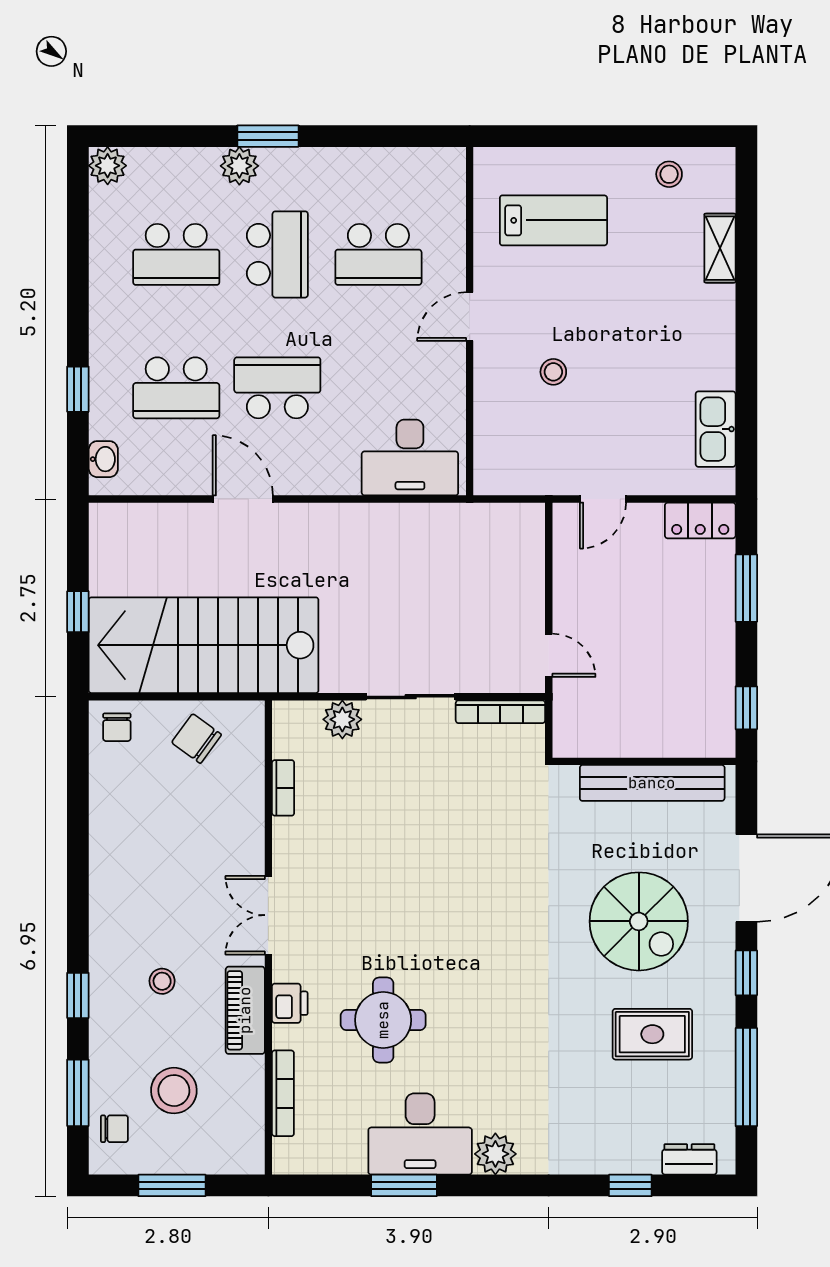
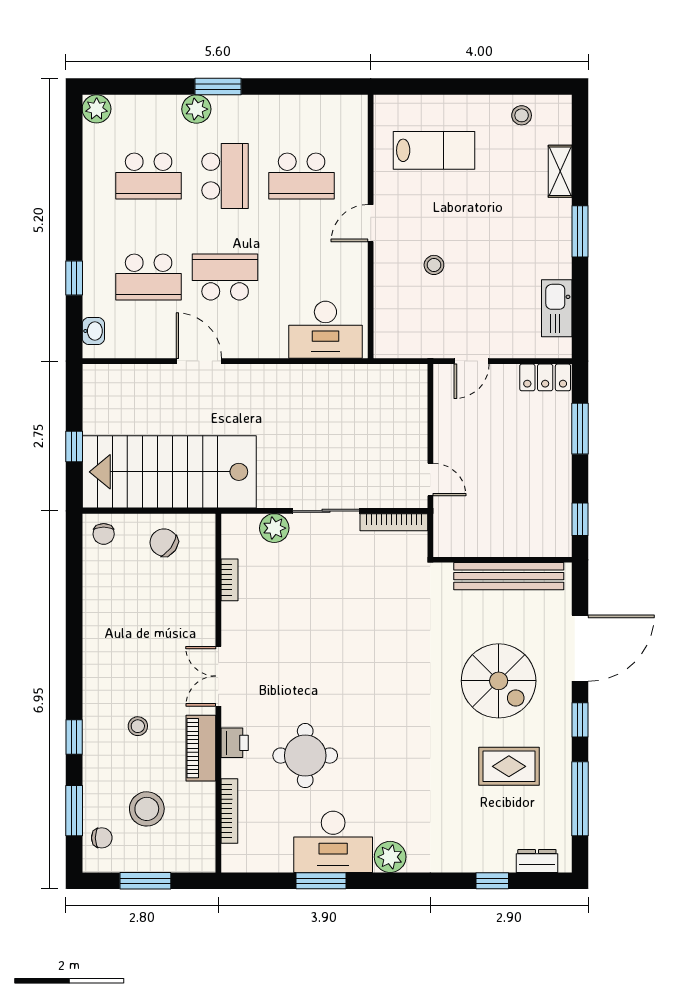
window: (746, 328) -> (580, 231), added

